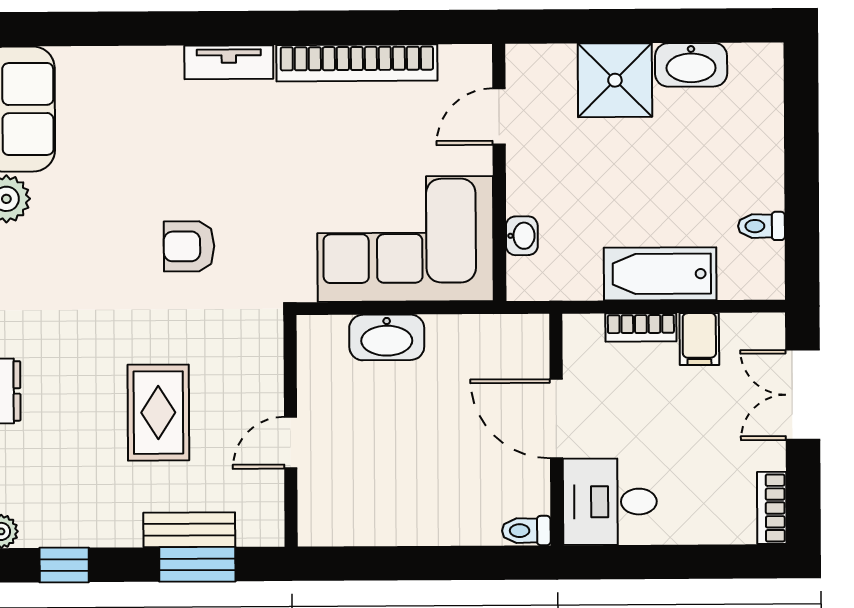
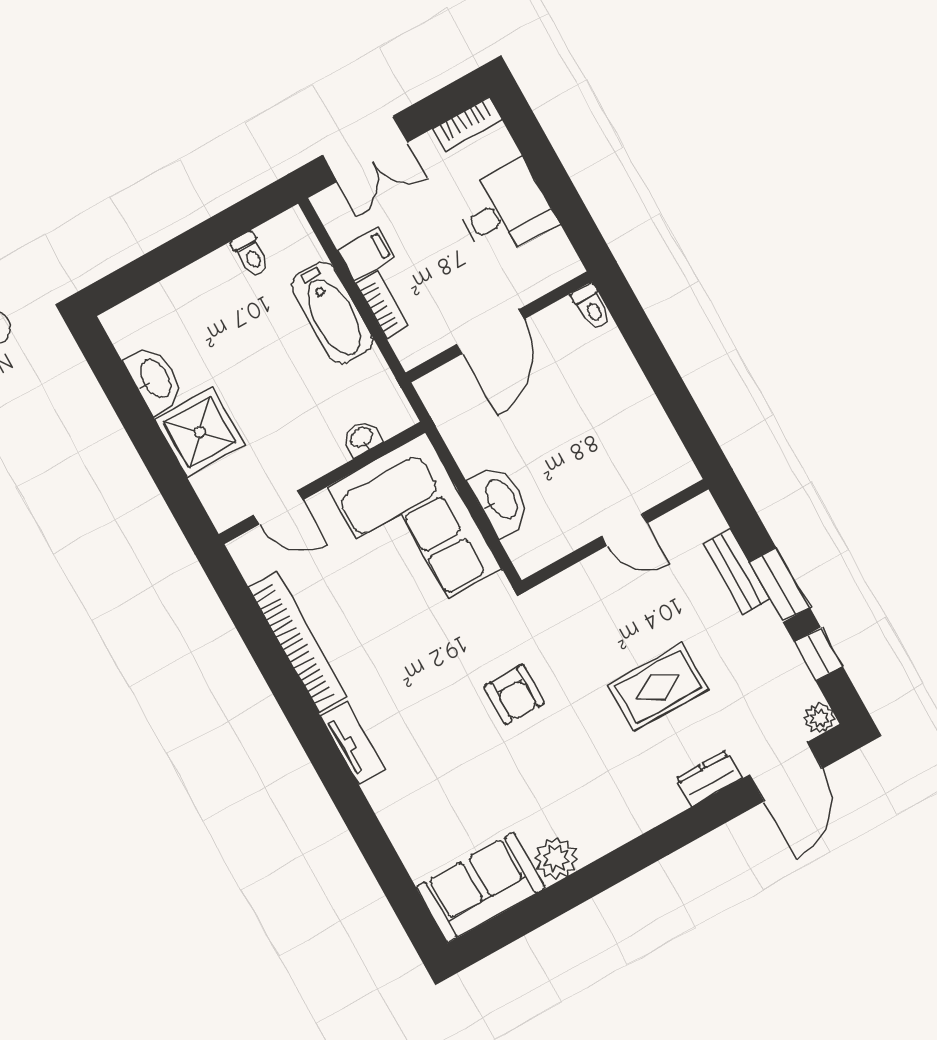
rug: (158, 413) -> (658, 687), moved
desk: (610, 502) -> (505, 211), moved, turned -90
window: (197, 564) -> (779, 585), moved

